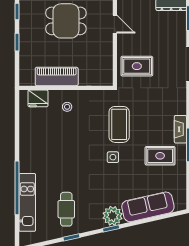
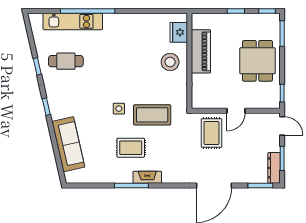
door: (115, 24) -> (236, 111), moved
stool: (67, 107) -> (170, 62), width x1.89, depth x1.89
rug: (160, 156) -> (131, 148), moved, turned 90
plant: (113, 216) -> (59, 108), removed

